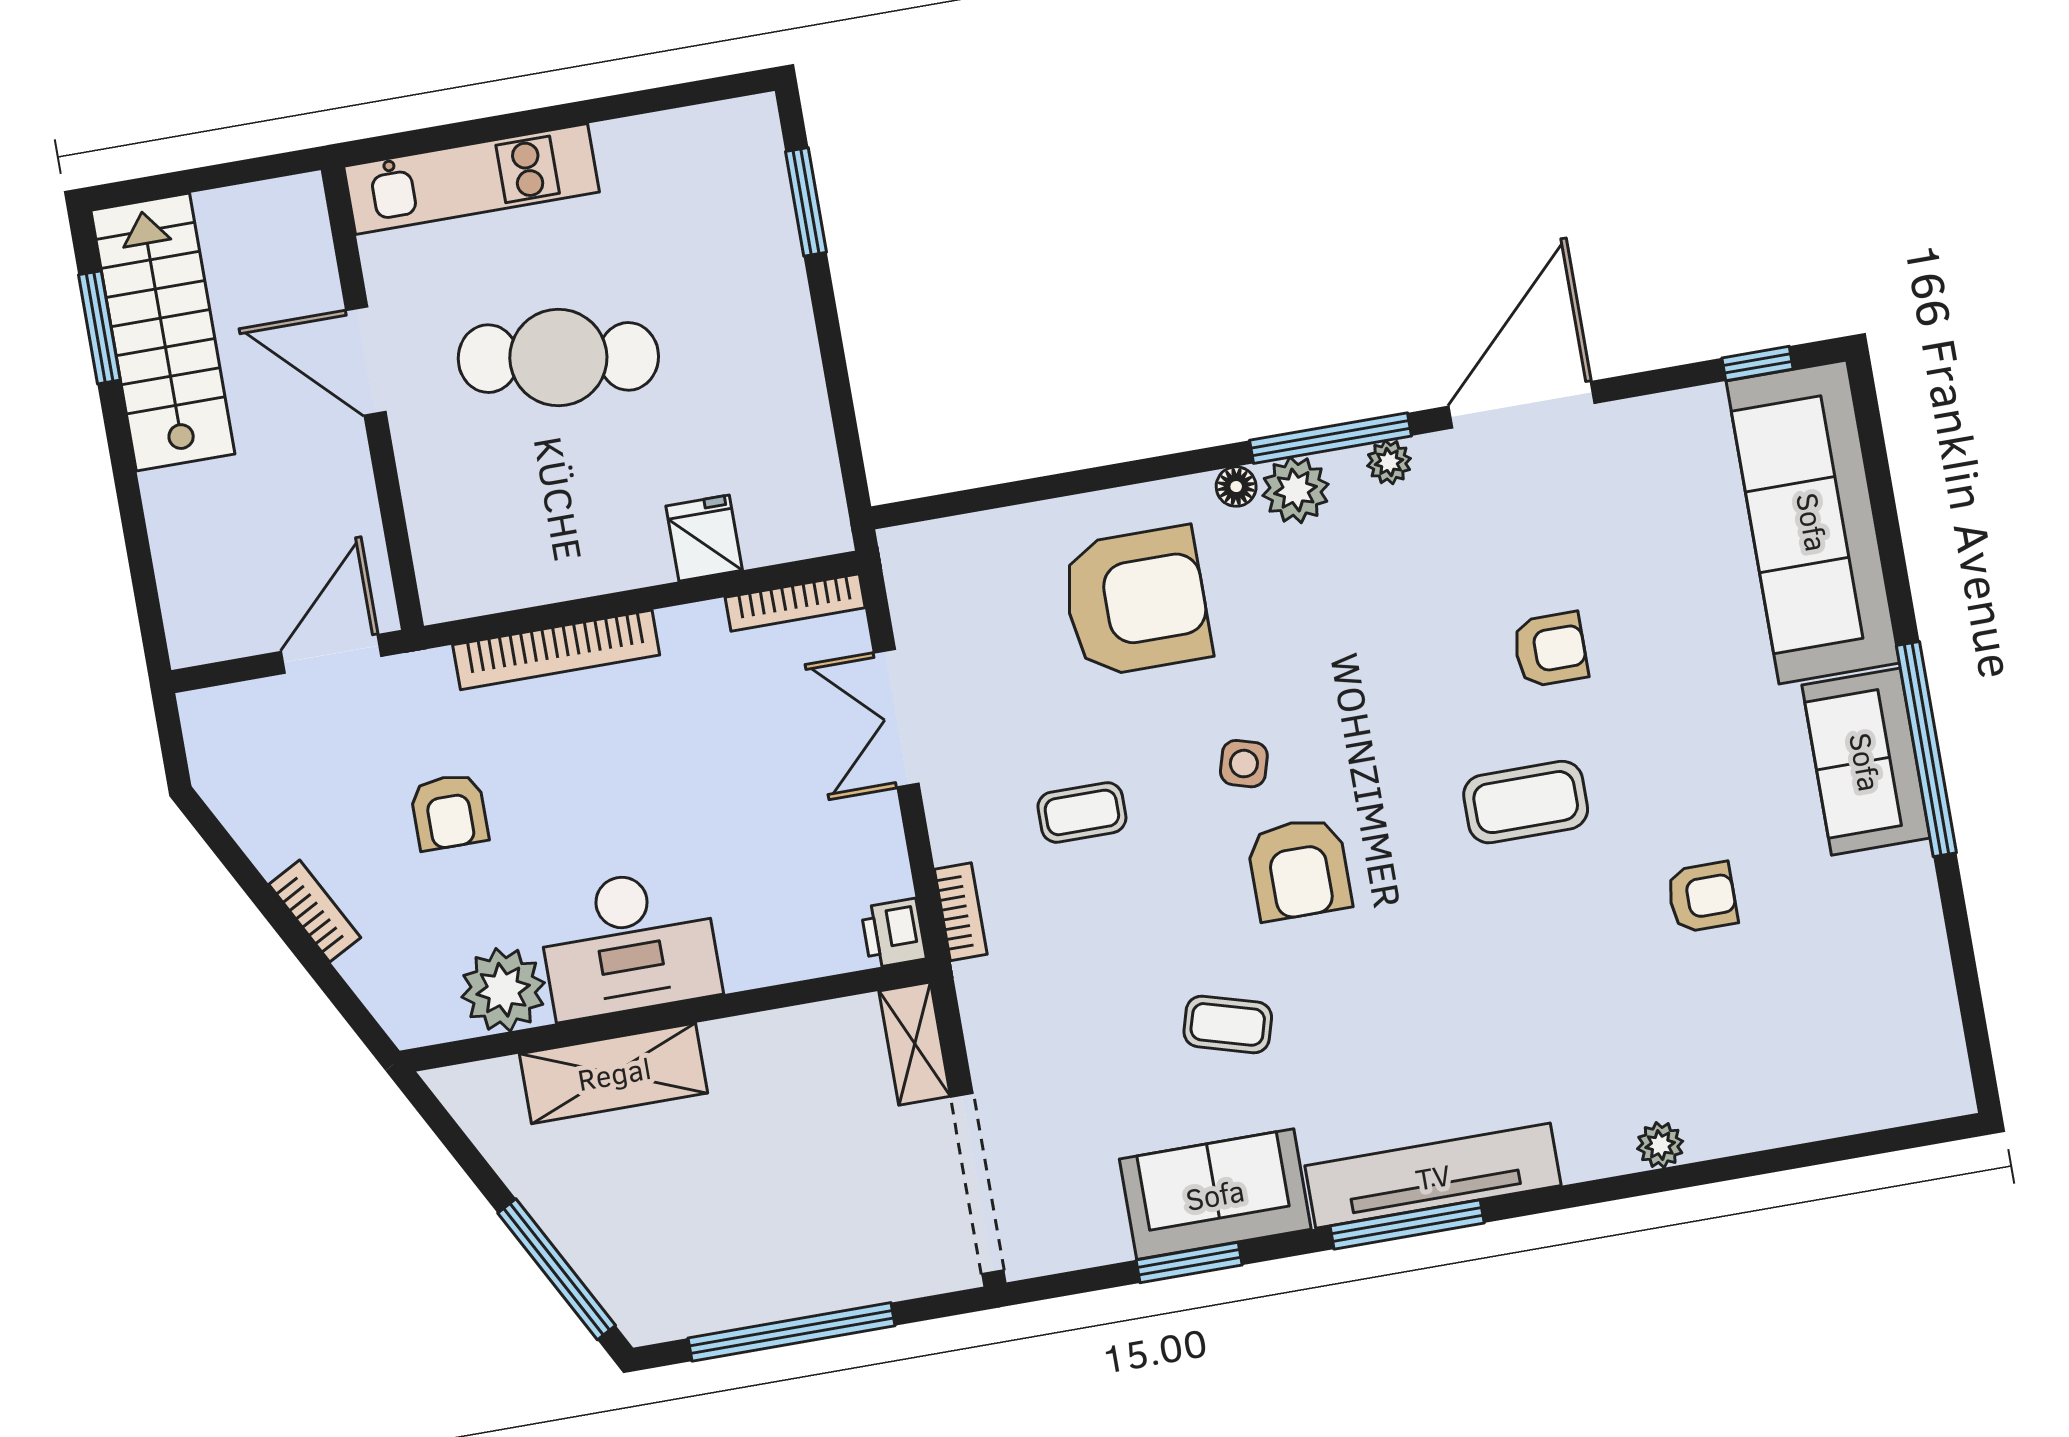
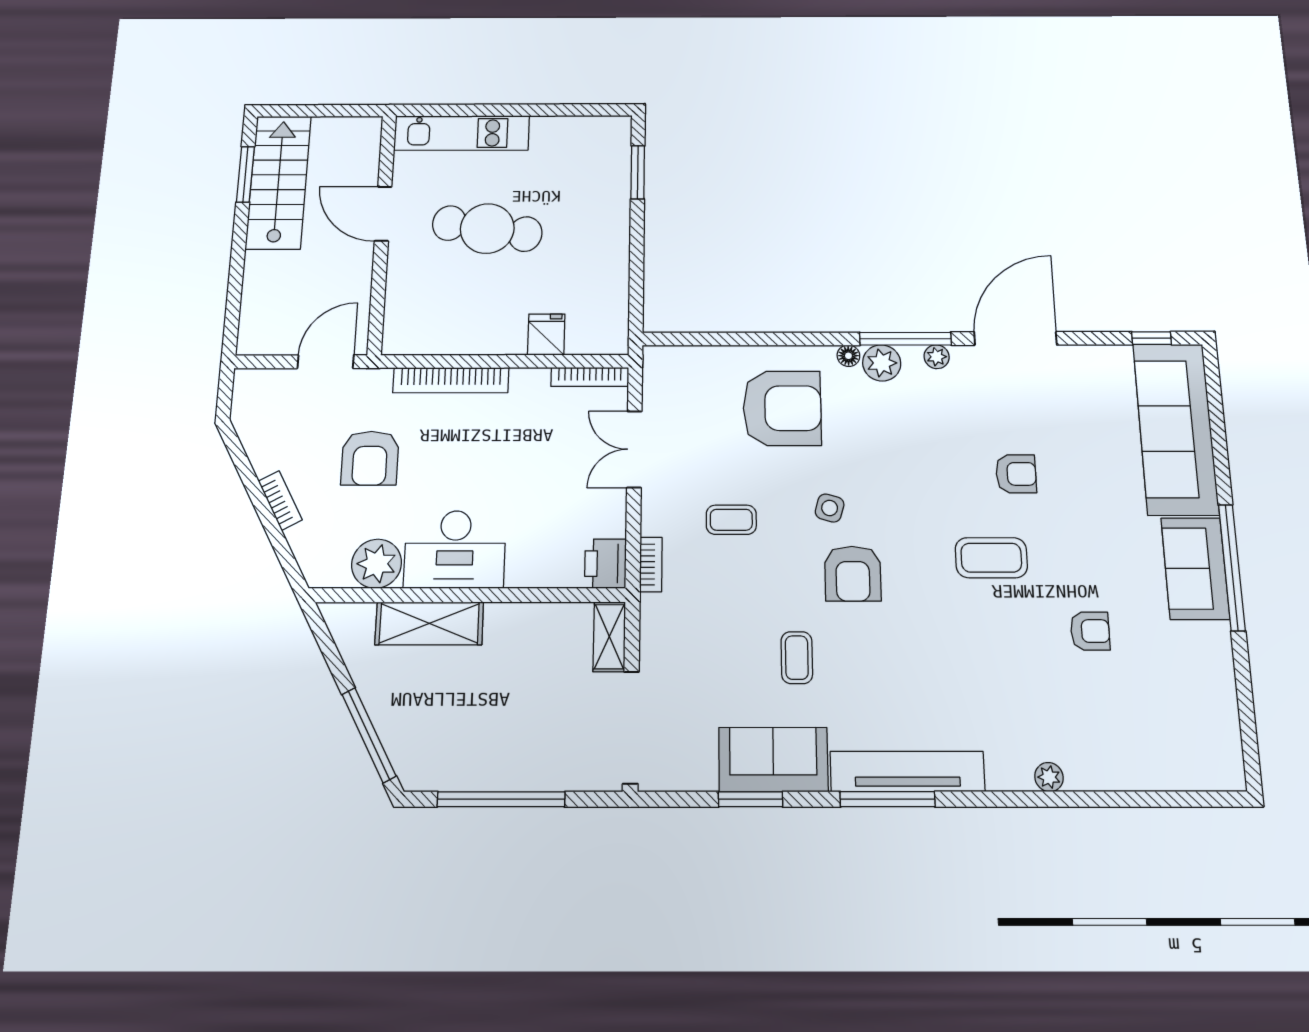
armchair: (449, 812) -> (370, 458), width x1.38, depth x1.38
printer: (893, 933) -> (605, 564), width x1.36, depth x1.24
coffee table: (1228, 1024) -> (797, 658), turned 74

